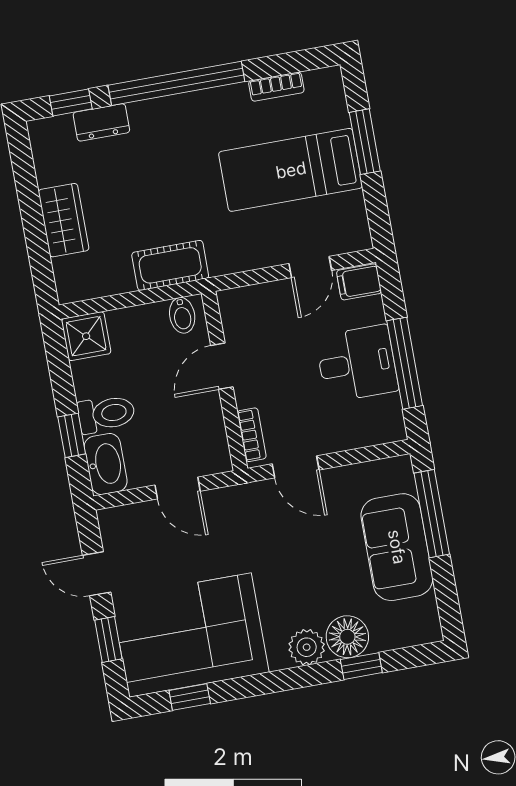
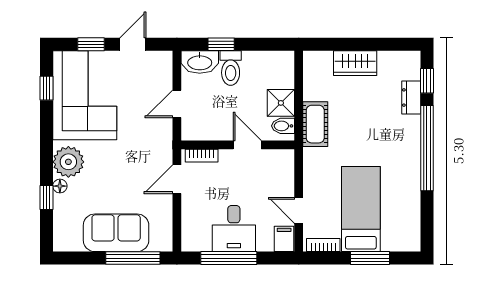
bookcase: (276, 87) -> (323, 245), moved, turned 90
shower: (86, 336) -> (281, 103), moved
floor lamp: (347, 637) -> (60, 186), width x0.53, depth x0.53
plant: (307, 647) -> (68, 162), width x1.36, depth x1.36

